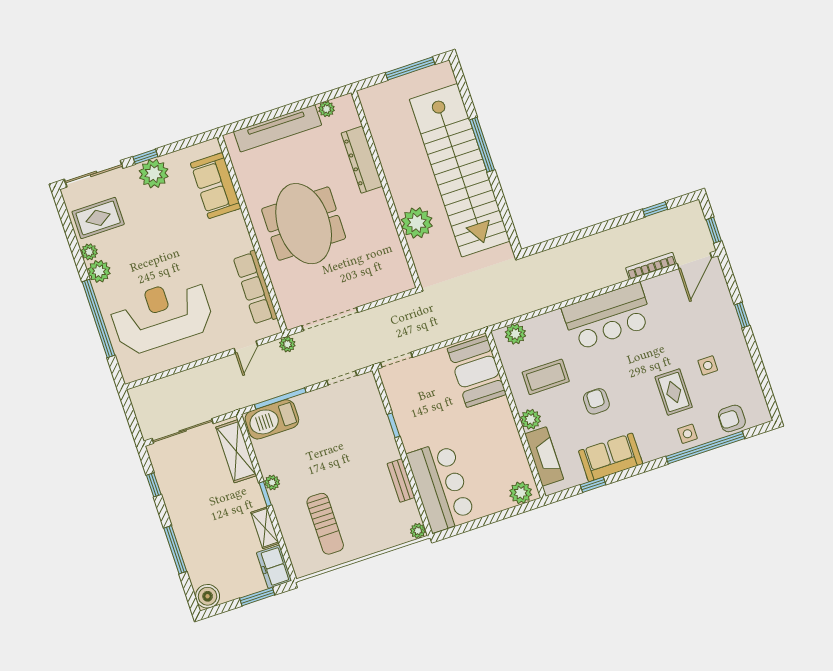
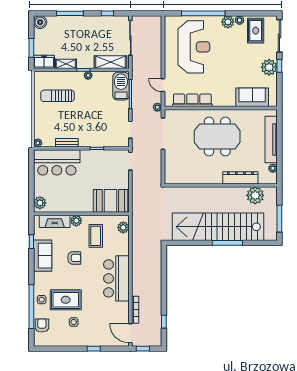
plant: (417, 223) -> (255, 195), moved
rug: (674, 392) -> (66, 300), width x1.36, depth x1.43

